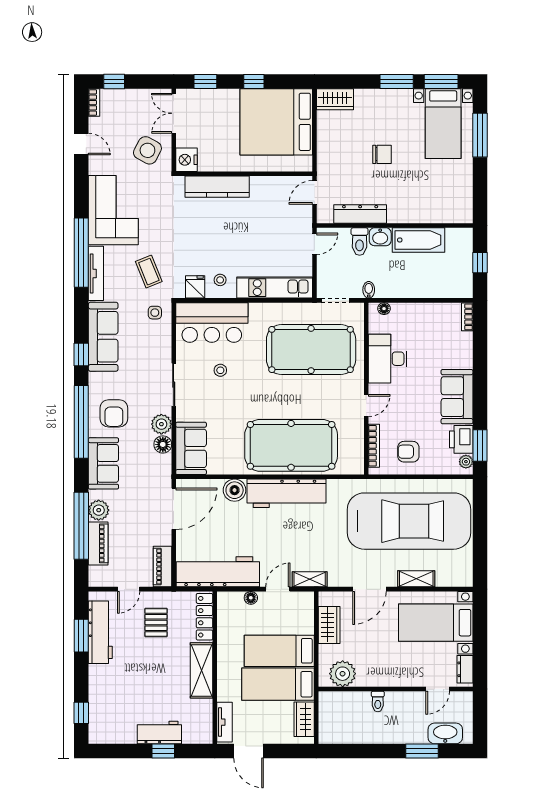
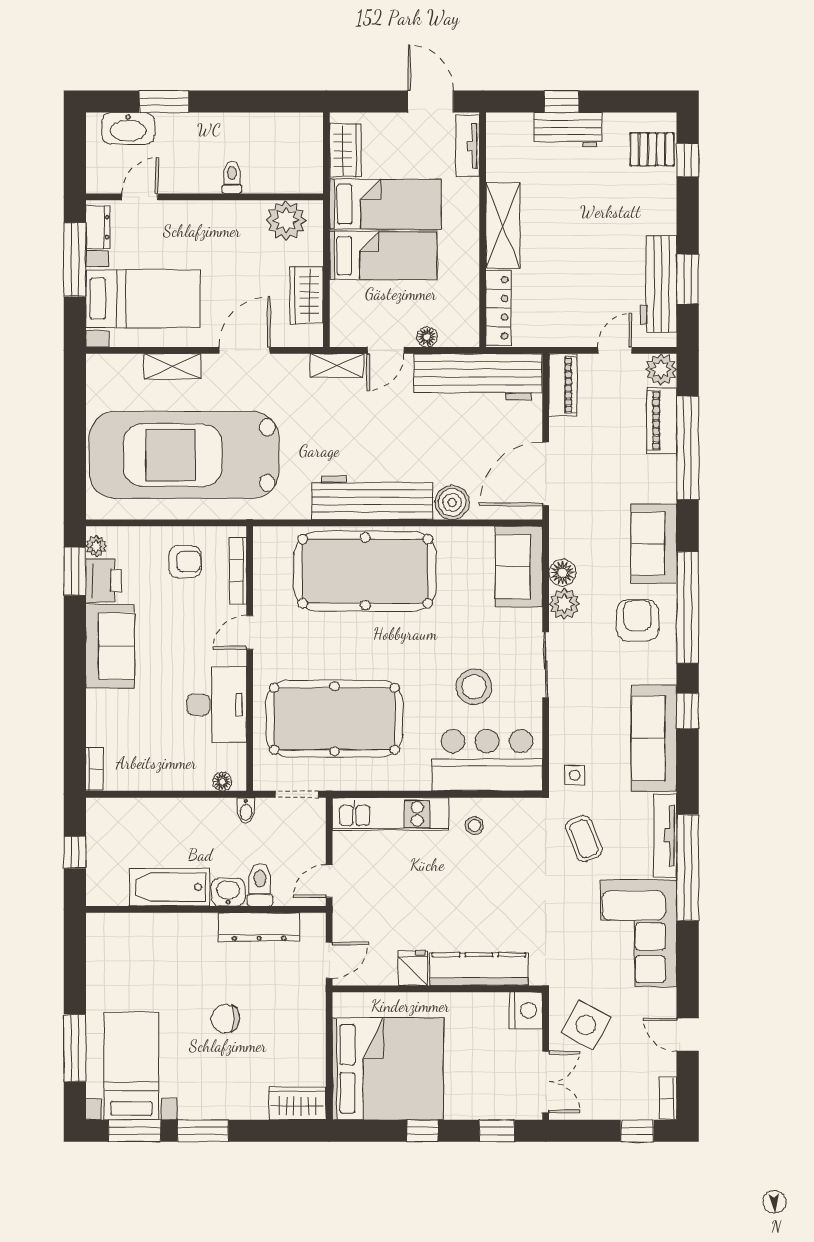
fridge: (195, 287) -> (413, 968), moved, turned 180
stool: (220, 370) -> (474, 687), width x1.89, depth x1.89
plant: (99, 510) -> (661, 369), moved
pallet: (156, 622) -> (652, 149), moved, turned 90
window: (480, 648) -> (75, 260), added

